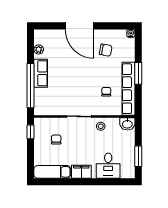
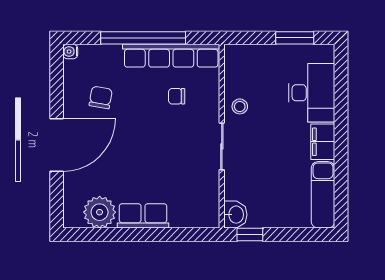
plant: (39, 49) -> (100, 212), width x1.88, depth x1.88
window: (138, 73) -> (143, 38), width x2.11
window: (31, 86) -> (166, 235), removed
washbasin: (127, 124) -> (235, 215), moved
chair: (56, 139) -> (264, 188), removed
desk: (108, 166) -> (312, 93), width x1.37

